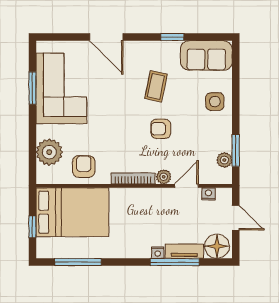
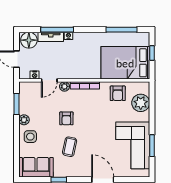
armchair: (161, 129) -> (66, 118), turned 90
plant: (224, 160) -> (24, 120), moved

